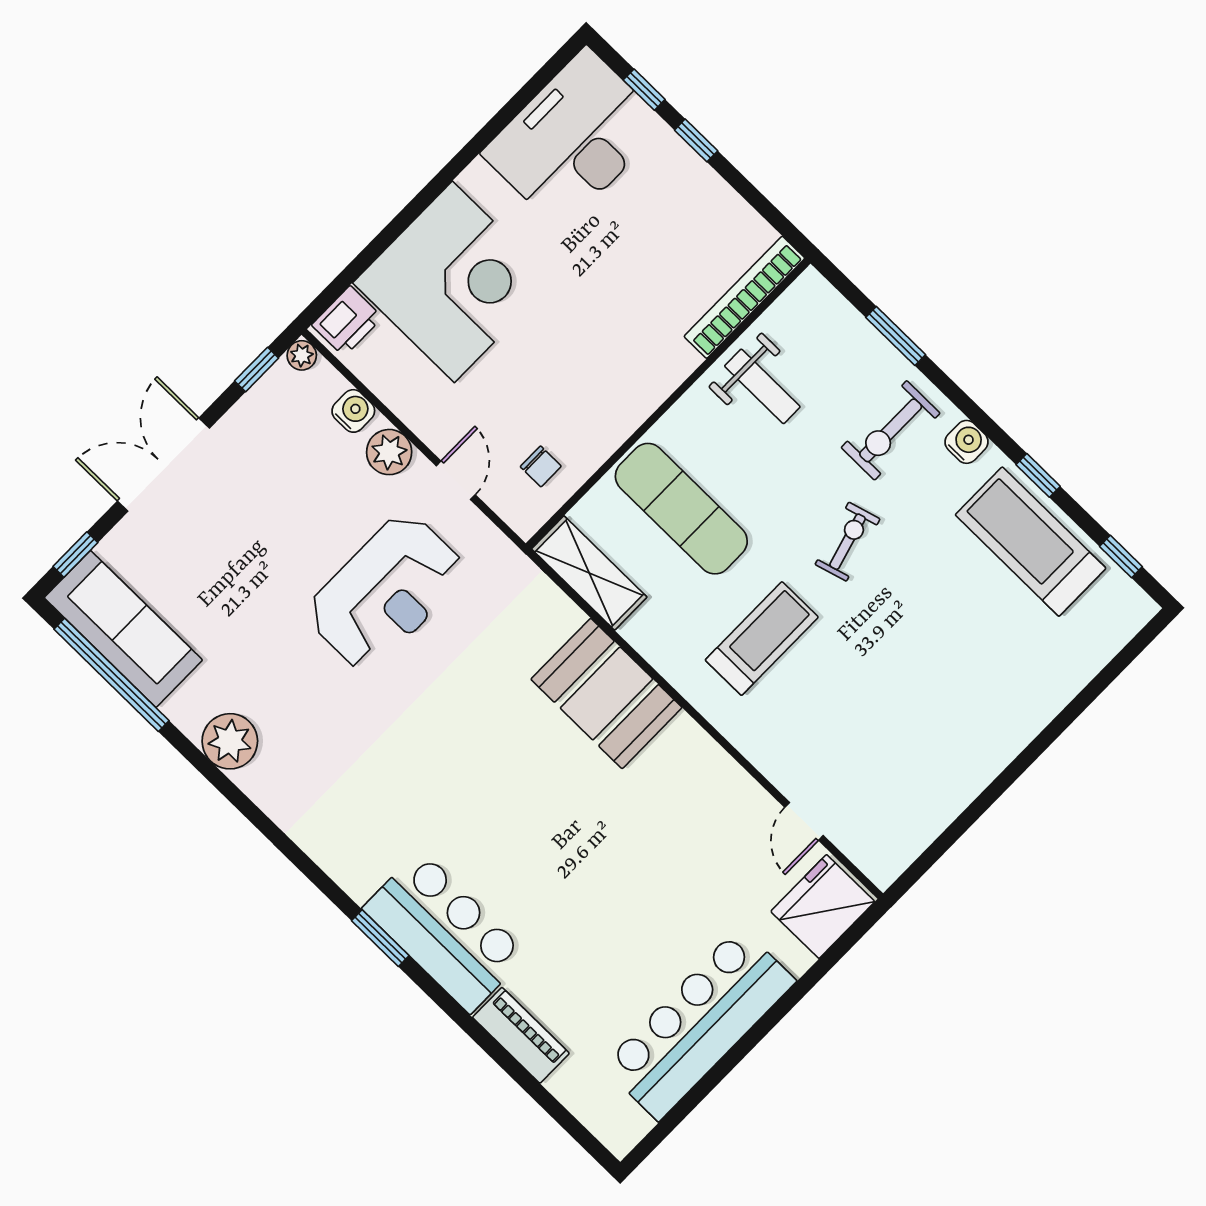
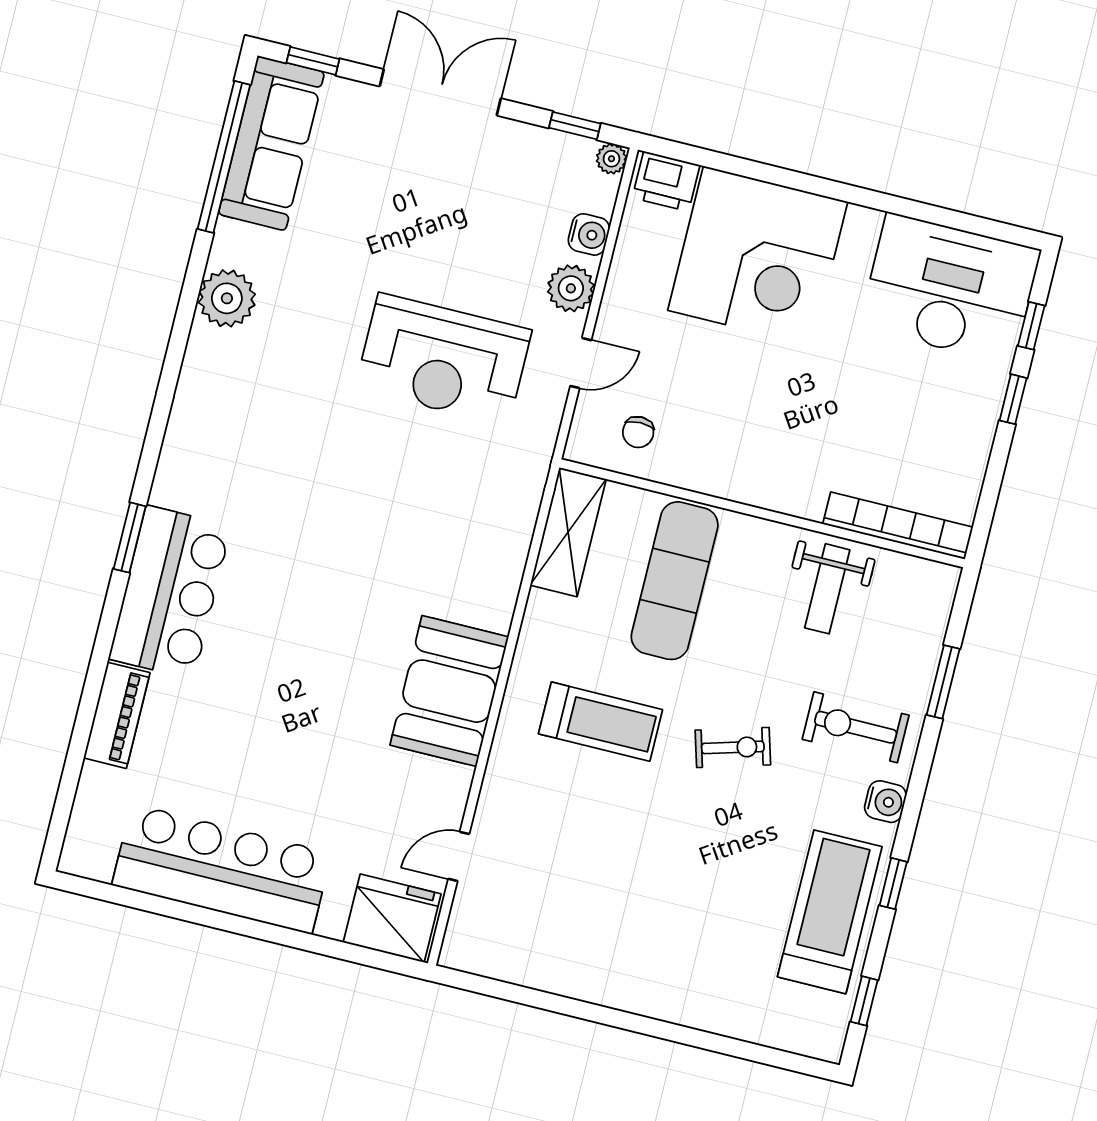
booth: (606, 693) -> (449, 691), moved

